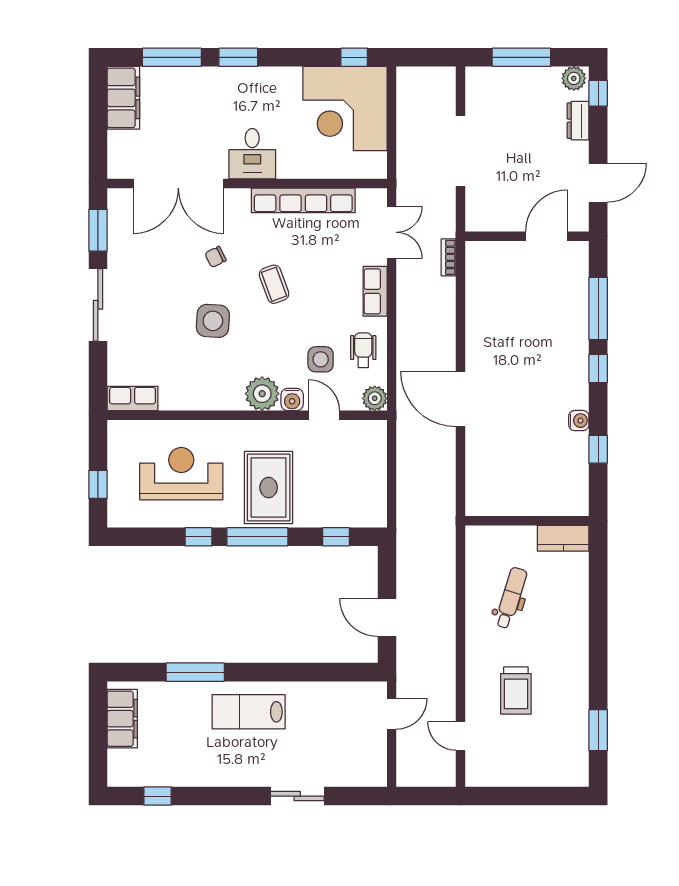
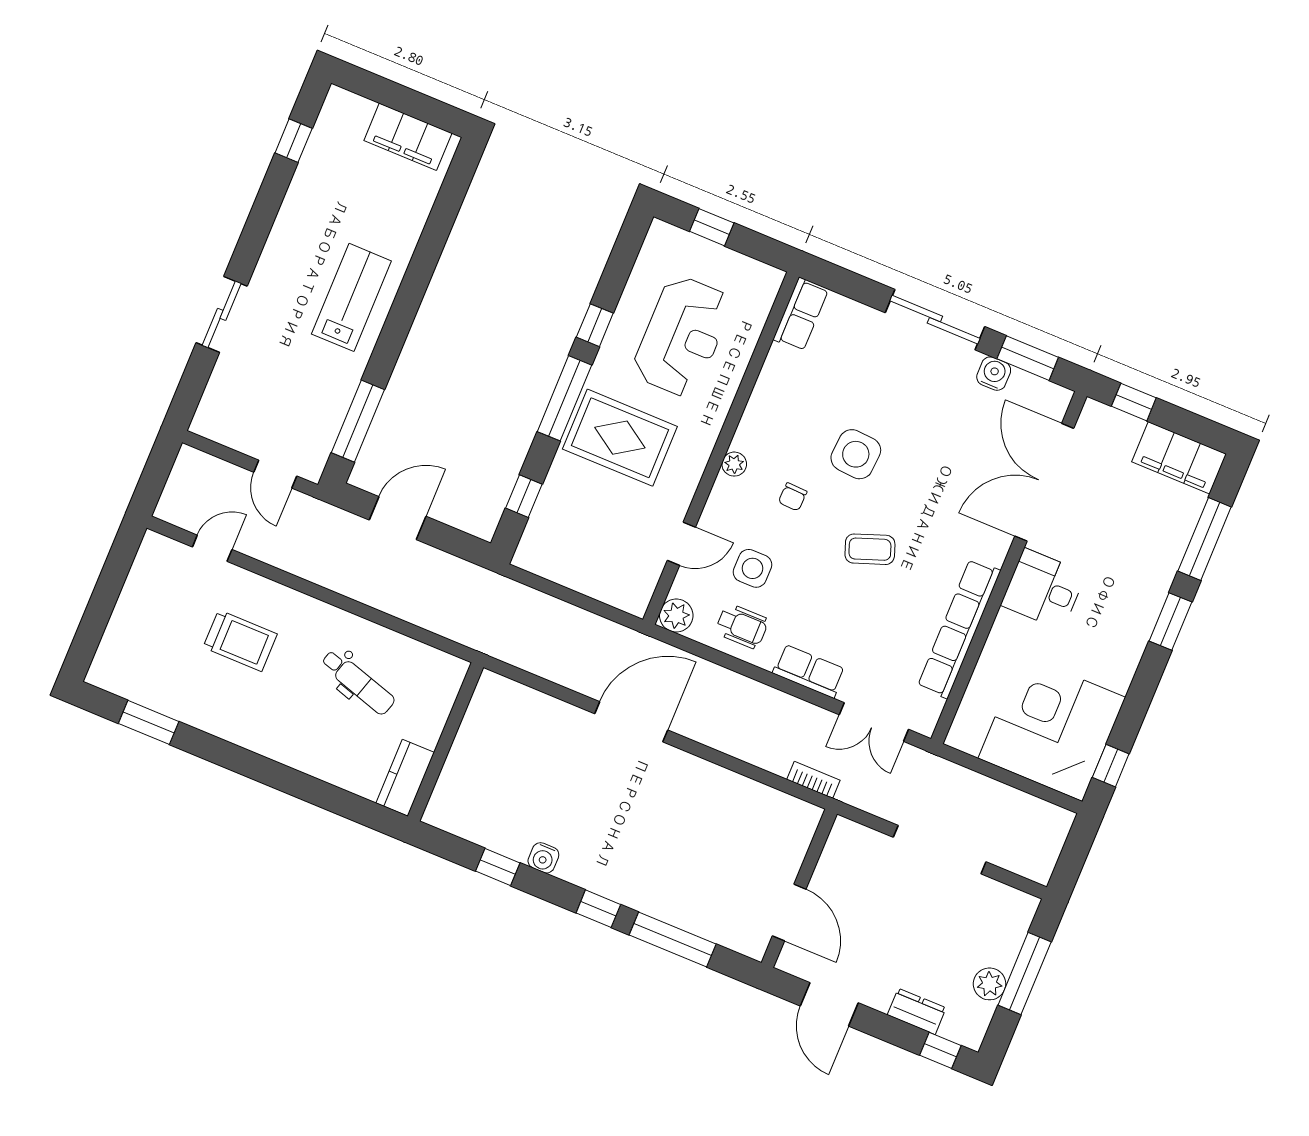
plant: (574, 78) -> (990, 984), moved
window: (98, 145) -> (1134, 402), added
chair: (216, 257) -> (793, 497), moved, turned -152
plant: (262, 394) -> (734, 464), width x0.53, depth x0.53
water cooler: (292, 399) -> (994, 374), moved, turned 90
window: (195, 672) -> (358, 421), moved
trolley: (516, 691) -> (240, 641), turned 180

